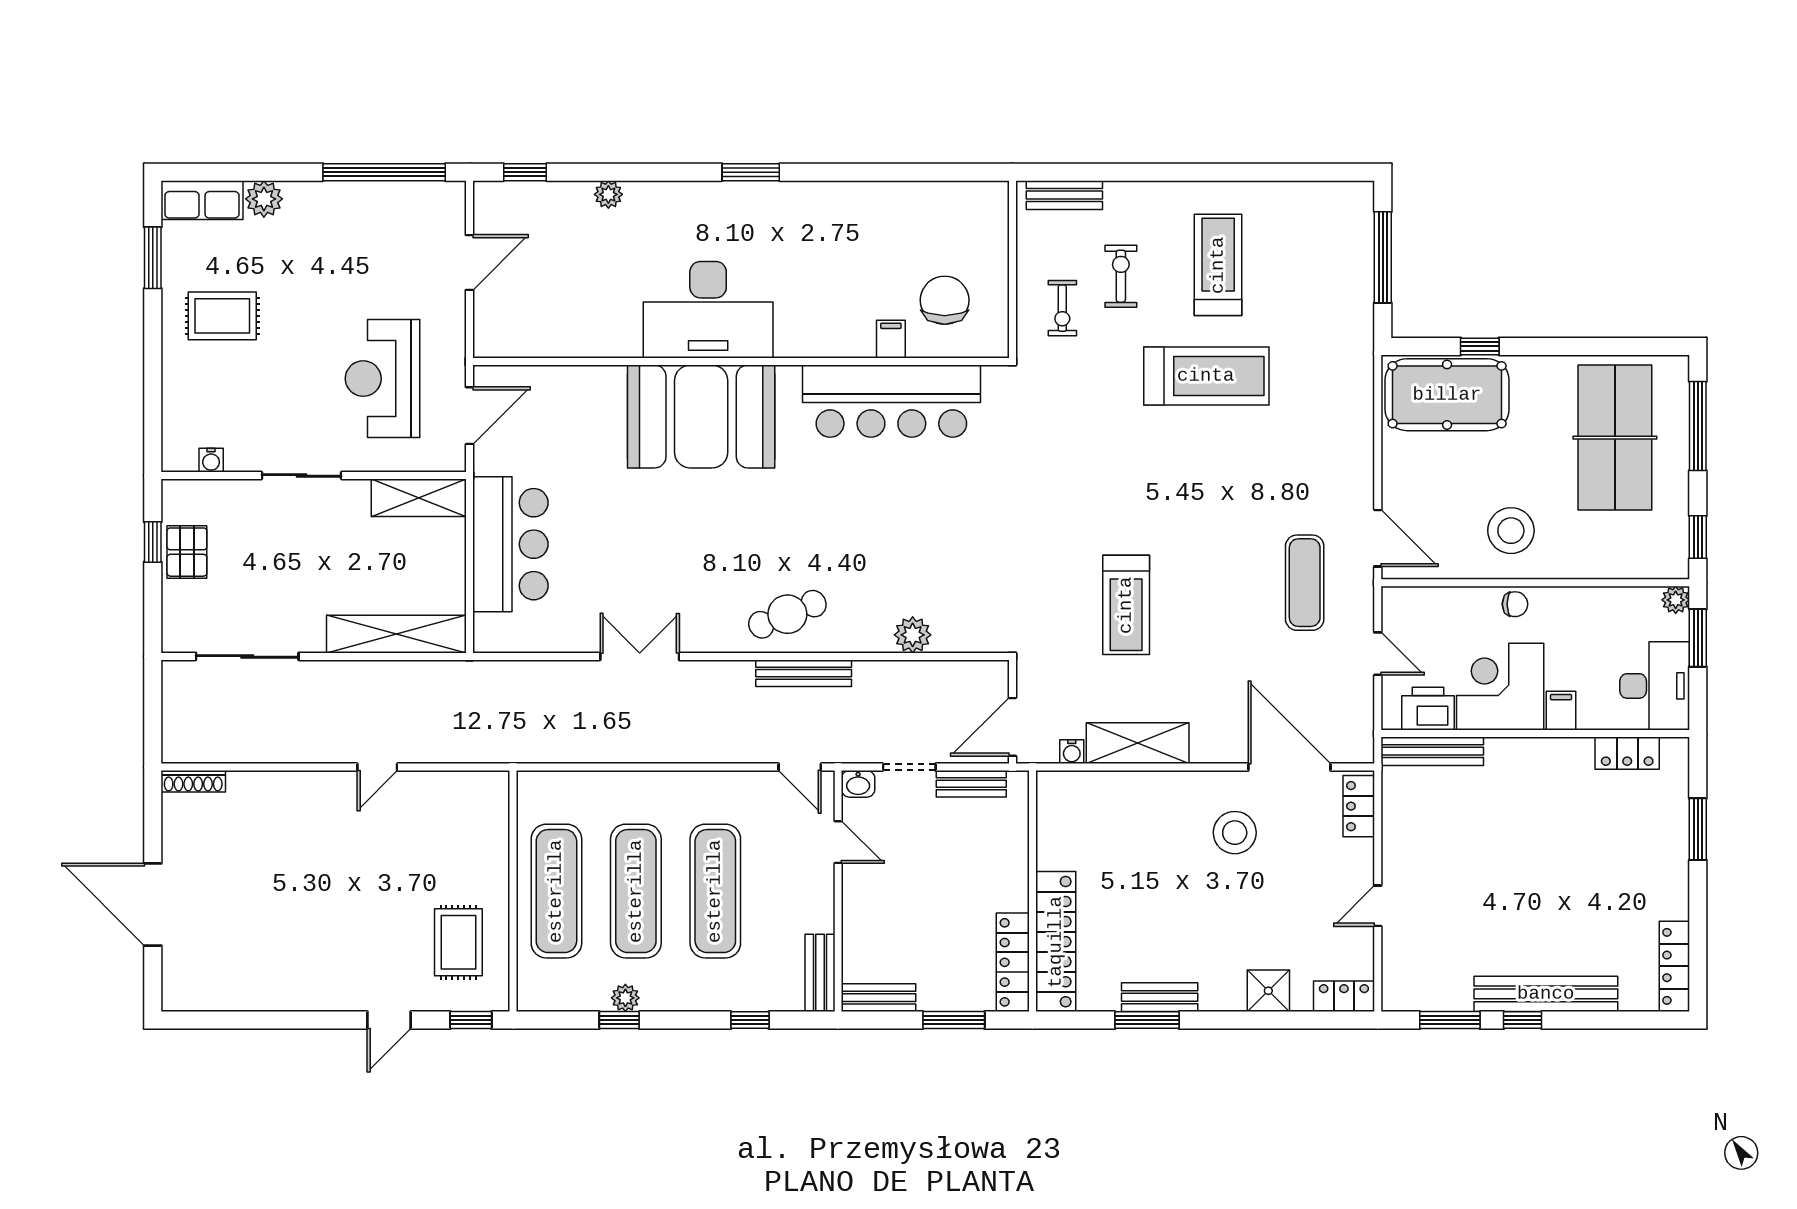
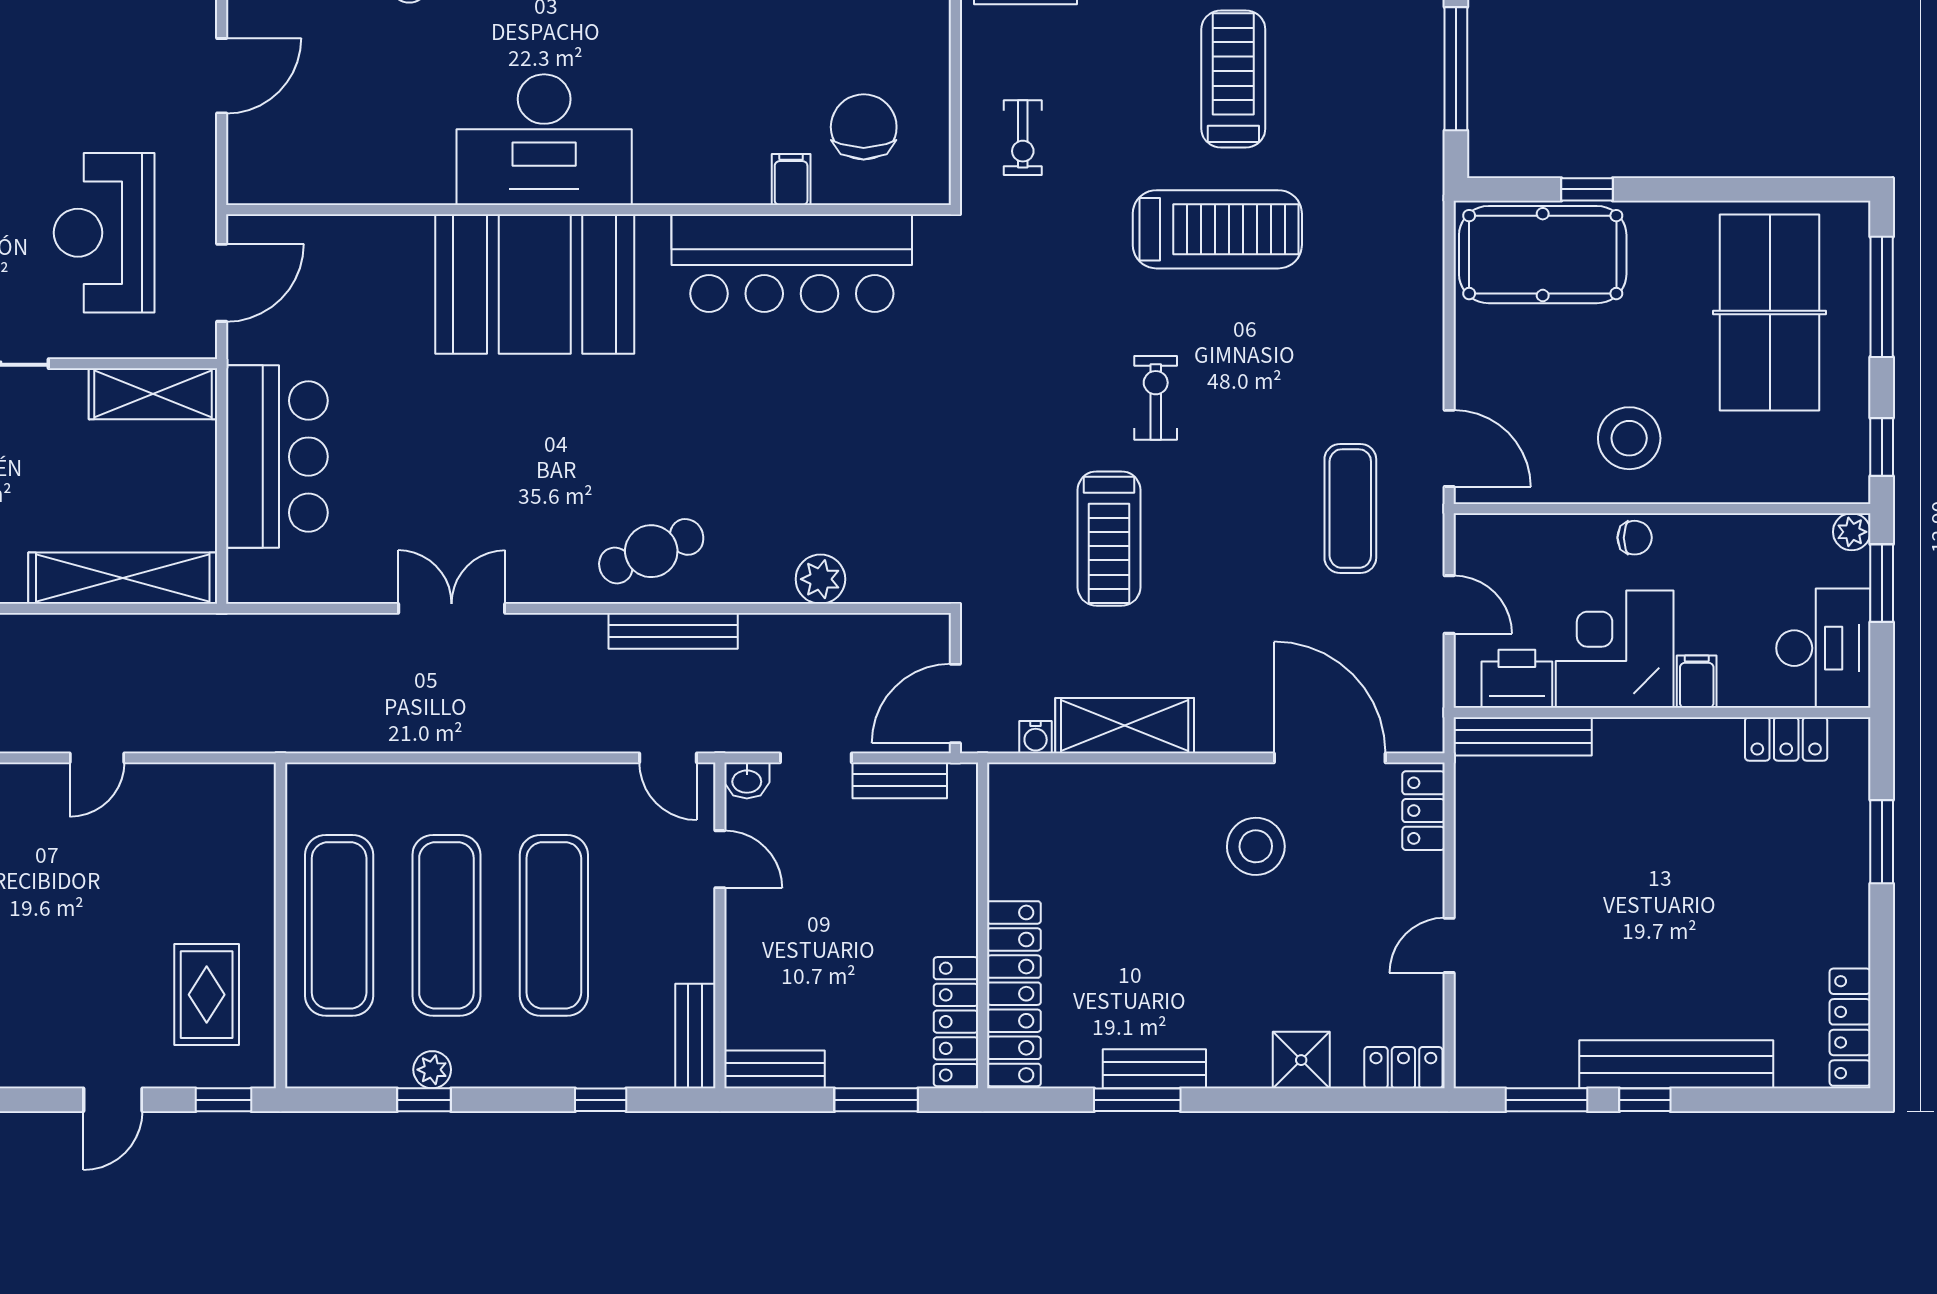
exercise bike: (1121, 276) -> (1156, 398), moved

